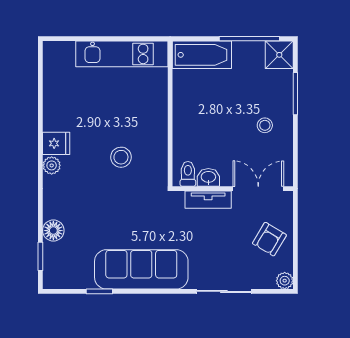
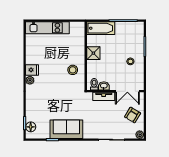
kitchen unit: (122, 54) -> (47, 28), moved
shower: (279, 55) -> (93, 53), moved
stool: (121, 157) -> (73, 70), moved
double door: (258, 189) -> (127, 91), swing flipped
floor lamp: (53, 231) -> (31, 127), moved
sofa: (141, 269) -> (66, 129), width x0.73

